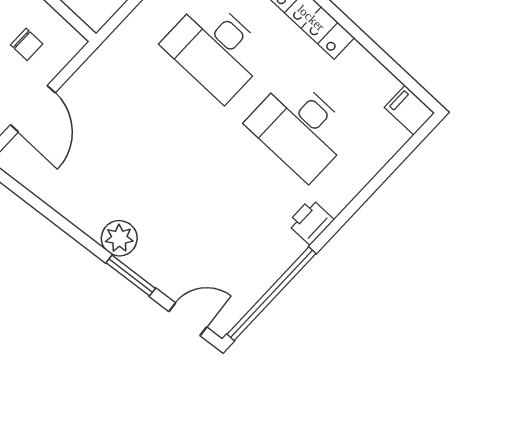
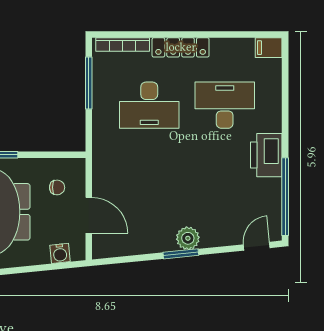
desk: (300, 128) -> (225, 105), turned 180
printer: (310, 222) -> (266, 155), width x1.87, depth x1.48
window: (131, 276) -> (181, 254), moved

